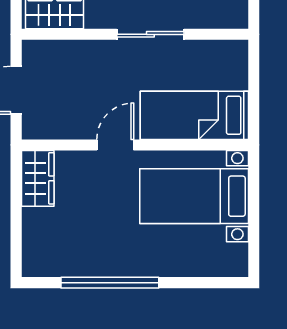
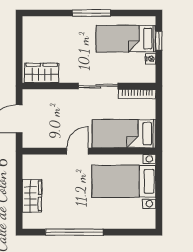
bookcase: (217, 48) -> (137, 94), added
wardrobe: (38, 178) -> (32, 196), moved

